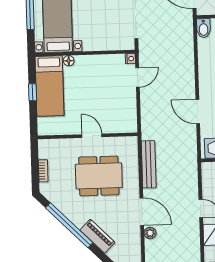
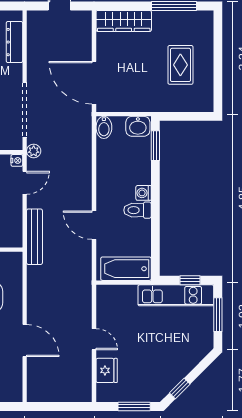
bench: (149, 164) -> (34, 237), moved
plant: (150, 233) -> (34, 151), moved

